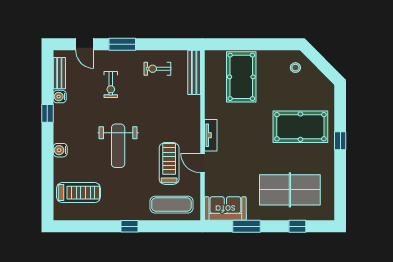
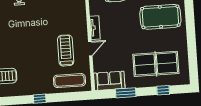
window: (340, 141) -> (190, 25), removed
weight bench: (118, 146) -> (27, 40), removed
door: (203, 163) -> (90, 49), swing flipped

